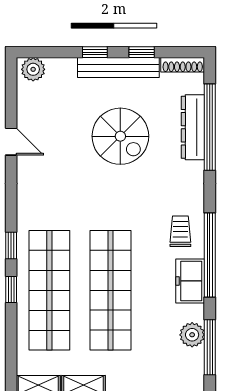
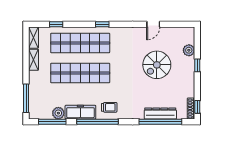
window: (142, 52) -> (197, 107), moved
bench: (118, 68) -> (190, 77), removed
plant: (33, 69) -> (189, 50), moved
spiral stairs: (120, 136) -> (157, 65), moved
freezer: (190, 281) -> (80, 112), width x1.40
window: (11, 290) -> (56, 24), moved

